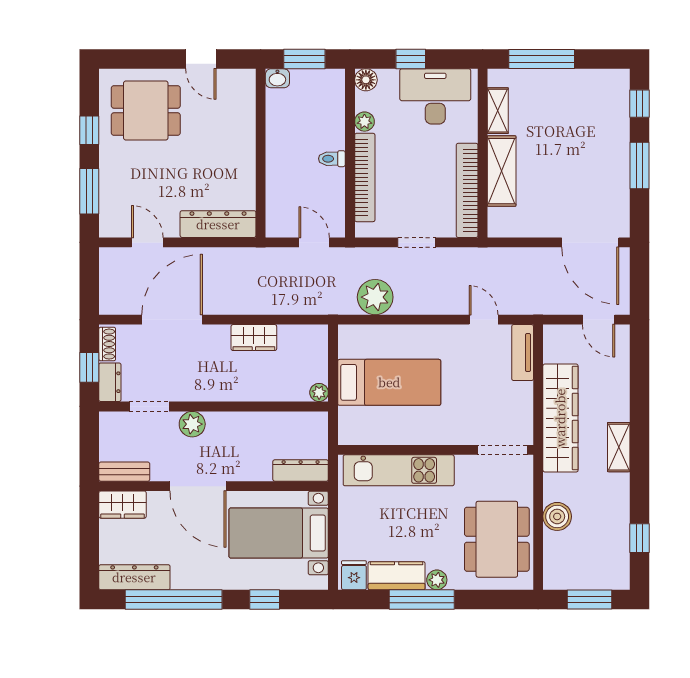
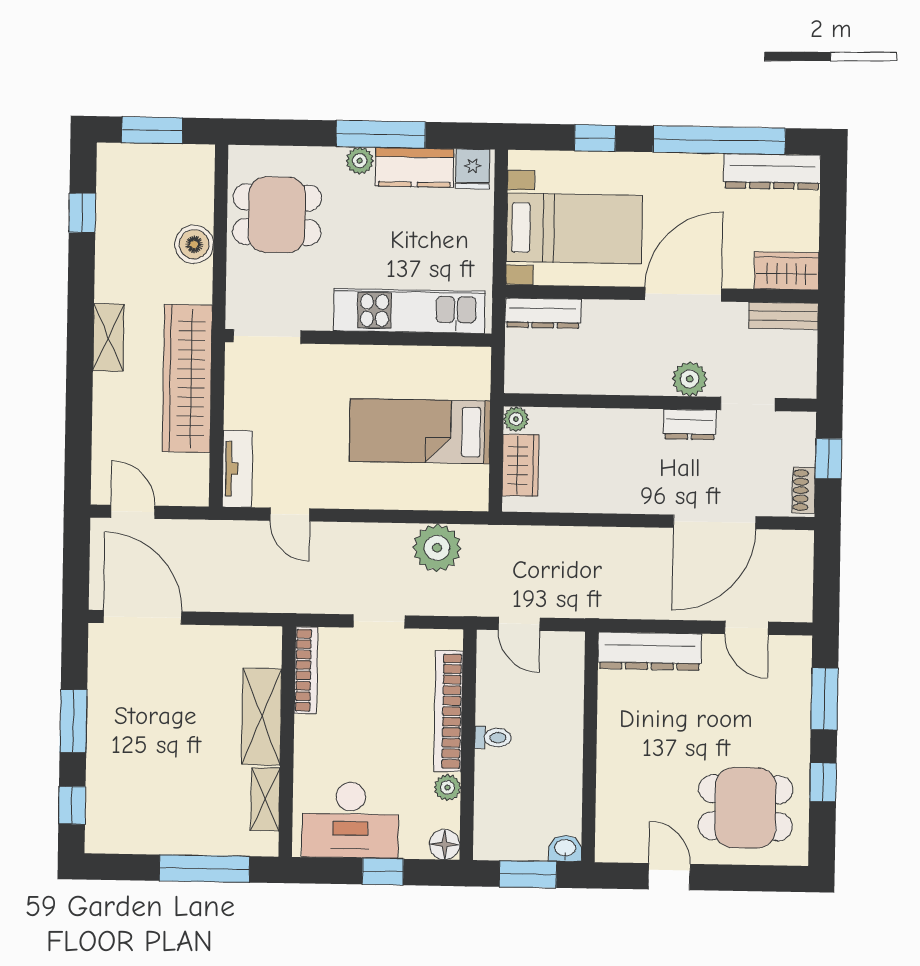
bookcase: (467, 190) -> (306, 670), width x0.68, depth x0.76
wardrobe: (254, 338) -> (521, 465), moved, turned 90
dresser: (110, 382) -> (690, 424), moved, turned -90
door: (198, 486) -> (683, 294), hinge flipped
dining table: (497, 539) -> (277, 215), width x0.73

